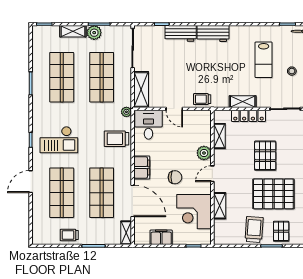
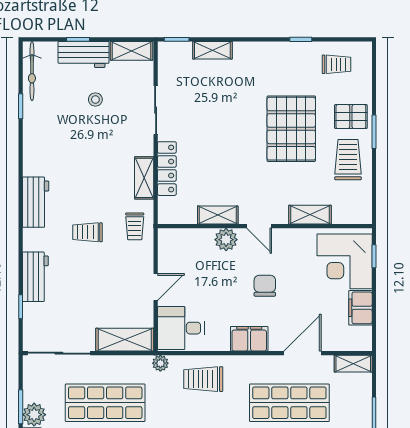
workbench: (213, 34) -> (36, 202), moved
lab bench: (264, 60) -> (77, 144), removed
trolley: (209, 66) -> (88, 232), added
trolley: (202, 99) -> (135, 226), moved
shelving: (219, 136) -> (218, 215), moved
trolley: (116, 139) -> (203, 379), turned 90
pallet: (265, 156) -> (230, 142), removed
door: (133, 201) -> (303, 353), width x0.73
corner desk: (194, 212) -> (345, 261), moved, turned 90
trolley: (254, 229) -> (348, 160), turned 86

